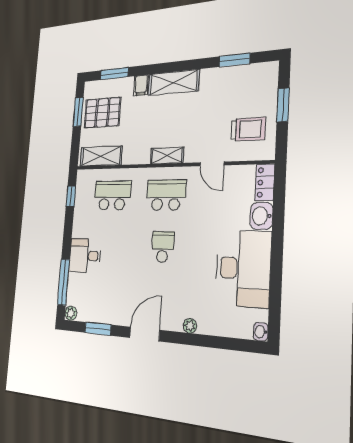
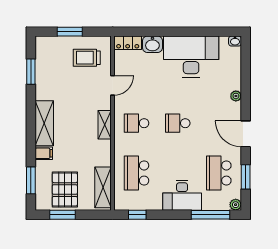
trolley: (248, 129) -> (87, 58), turned -90
school desk: (166, 195) -> (137, 123), width x0.54
desk: (85, 256) -> (182, 195), width x1.37
school desk: (105, 296) -> (219, 173), added

